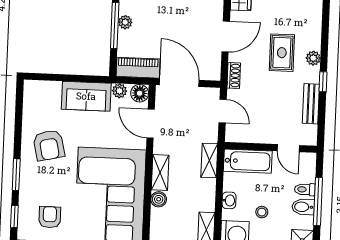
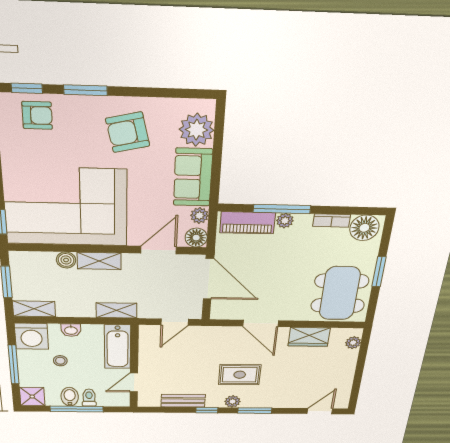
window: (325, 37) -> (255, 411), added
piano: (138, 68) -> (248, 223), moved, turned 90
shoe rack: (234, 75) -> (216, 332), removed
door: (179, 83) -> (209, 279), hinge flipped
plant: (47, 94) -> (197, 130), added
armchair: (50, 217) -> (37, 115), moved

